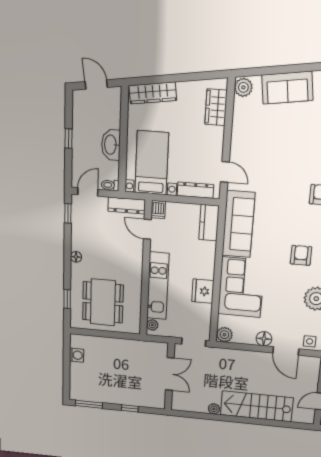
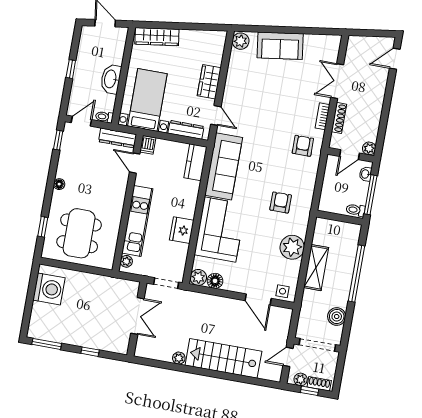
wardrobe: (216, 107) -> (209, 82), moved
floor lamp: (264, 339) -> (215, 281), moved
washing machine: (77, 355) -> (49, 289), width x1.89, depth x1.89

